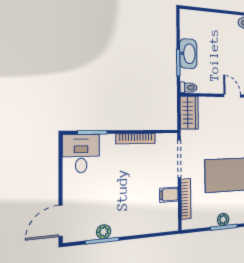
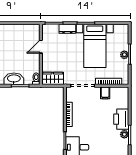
printer: (129, 224) -> (121, 119), added

